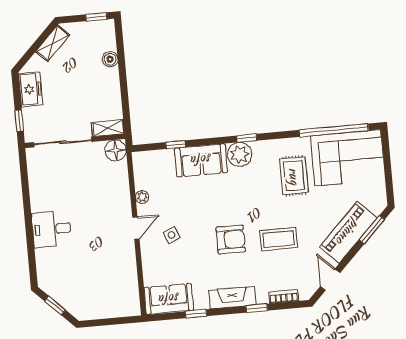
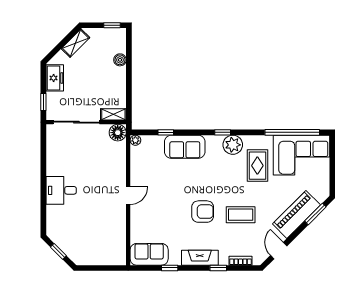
plant: (240, 154) -> (233, 145), moved
plant: (142, 197) -> (135, 140), moved
side table: (172, 235) -> (156, 204), removed

